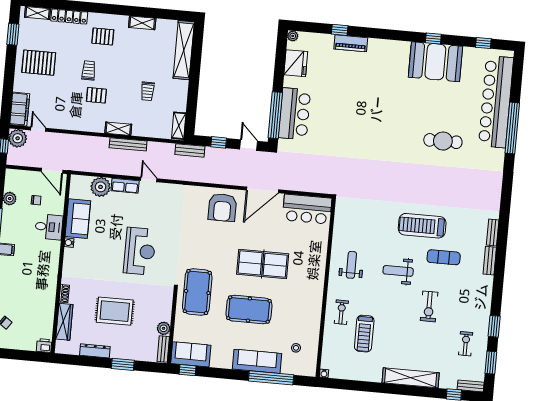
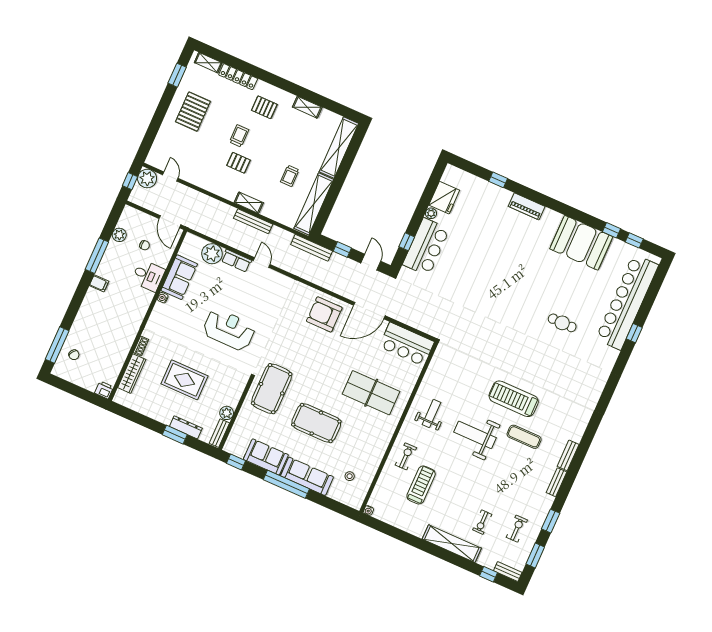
plant: (293, 36) -> (431, 213), moved
window: (433, 38) -> (612, 230), moved
piano: (351, 43) -> (527, 206), moved
pallet: (39, 63) -> (193, 112), turned 90
filing cabinet: (20, 109) -> (159, 151), removed
window: (275, 115) -> (407, 242), width x0.32
shelving: (179, 126) -> (314, 204), width x2.20, depth x1.33
window: (512, 128) -> (634, 333), width x0.32
cafe table: (443, 141) -> (562, 323), width x0.73, depth x0.74
bench: (190, 150) -> (312, 248), width x1.36
armchair: (222, 208) -> (324, 314), turned 90
bench: (493, 232) -> (556, 482), moved
reception desk: (140, 251) -> (229, 330), turned -90
table tennis table: (263, 264) -> (371, 393), moved
weight bench: (398, 271) -> (475, 435), width x1.36, depth x1.33
exercise bike: (429, 306) -> (482, 522), moved, width x0.73, depth x0.72
treadmill: (364, 334) -> (421, 485), turned 180
dresser: (95, 351) -> (186, 427), moved
sofa: (191, 354) -> (266, 457), moved
window: (271, 378) -> (286, 484), moved

